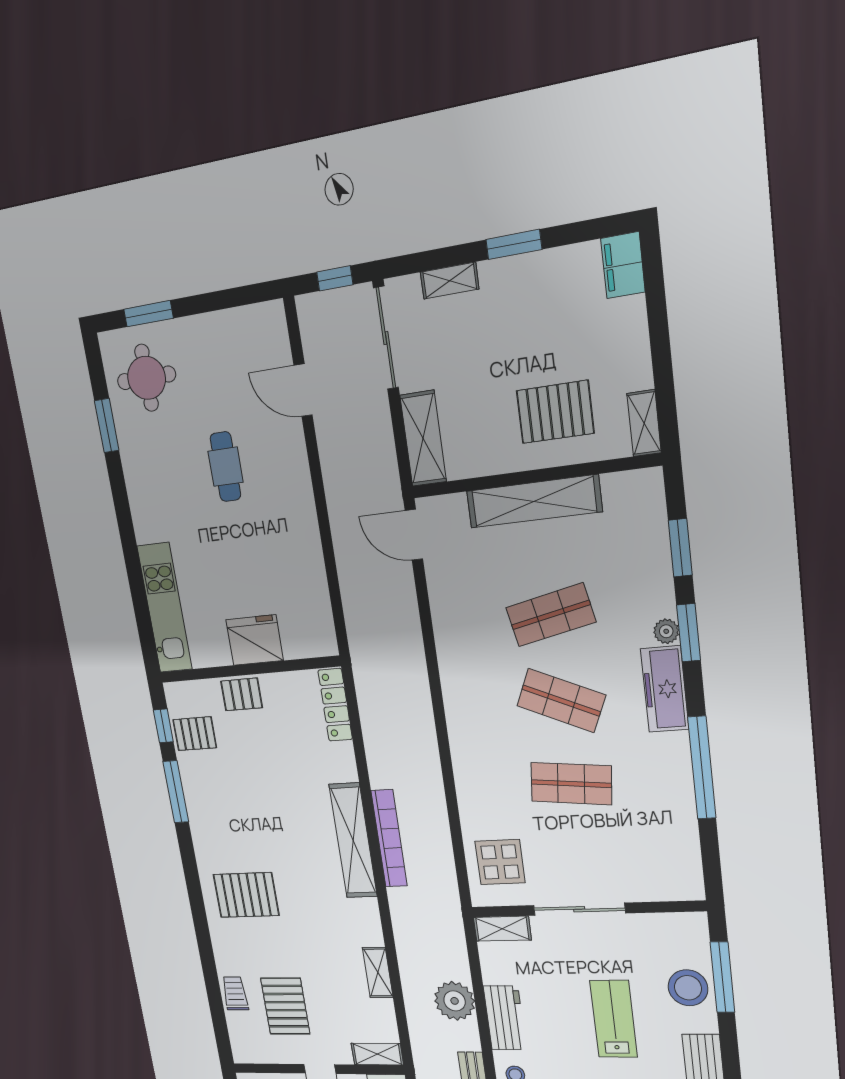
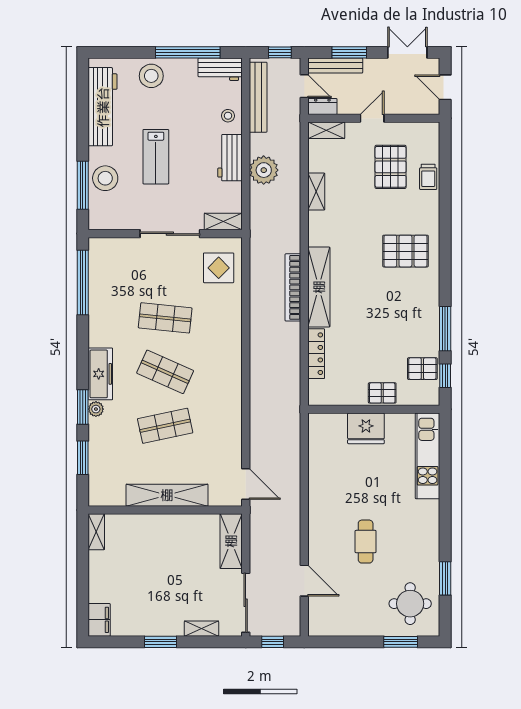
pallet: (555, 412) -> (148, 545), removed
locker: (335, 705) -> (316, 354), moved
window: (702, 768) -> (83, 282), moved

